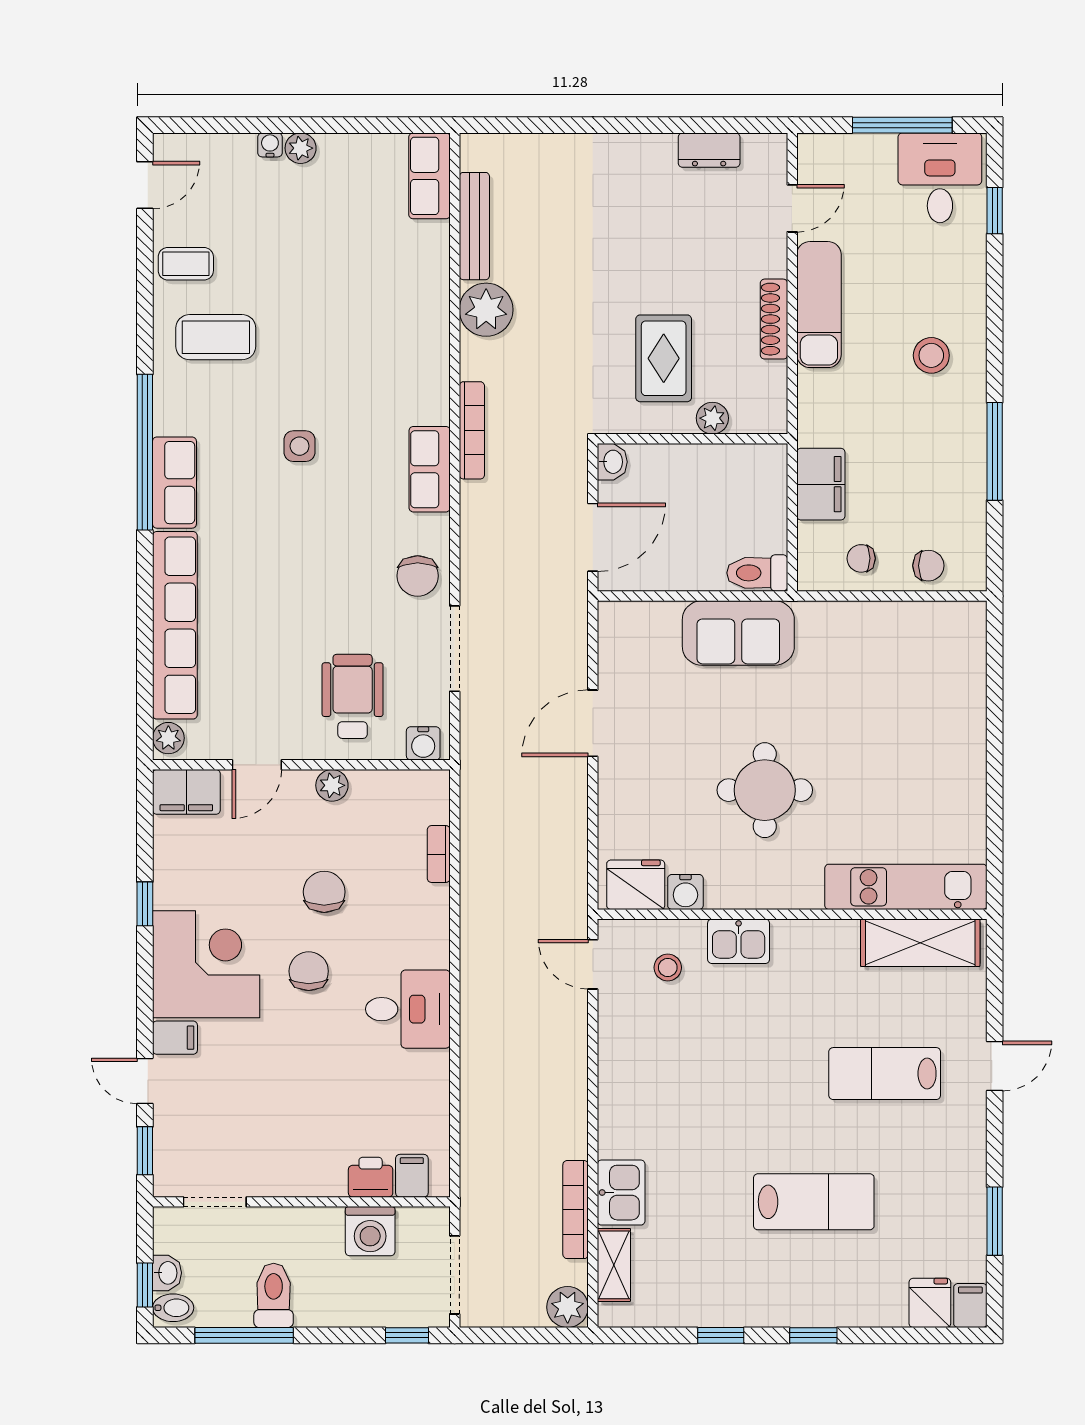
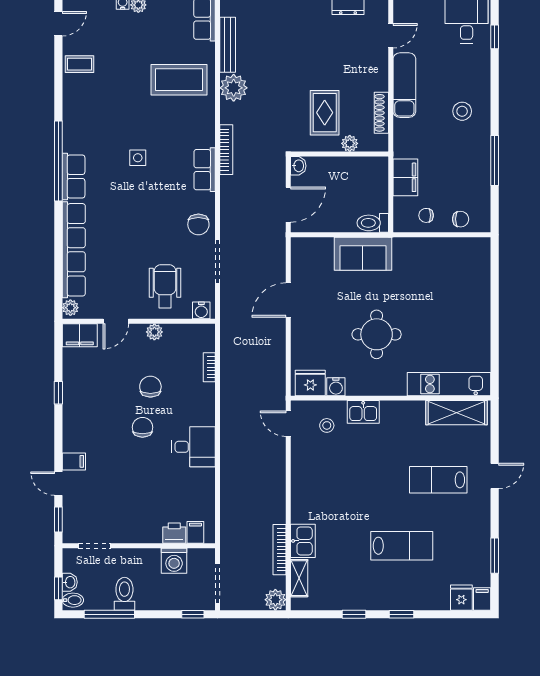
shoe rack: (774, 319) -> (381, 113), moved
coffee table: (216, 337) -> (179, 80), moved, width x1.36, depth x1.32
corner desk: (206, 964) -> (90, 424), removed

